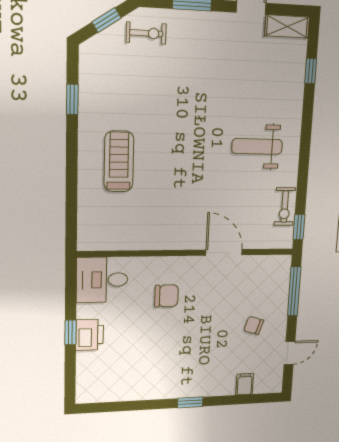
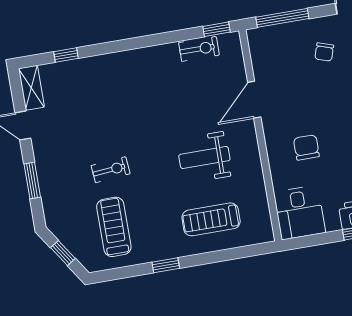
exercise bike: (146, 33) -> (111, 170), moved, turned 85
treadmill: (124, 83) -> (114, 227), added
window: (72, 99) -> (166, 265), moved
weight bench: (257, 146) -> (204, 158), moved, turned 90
treadmill: (119, 161) -> (211, 219), moved

